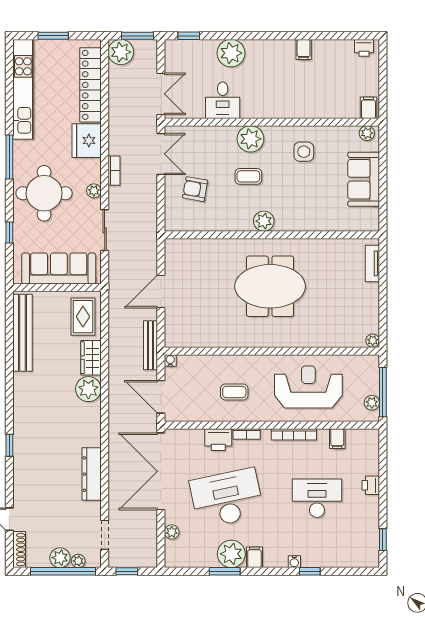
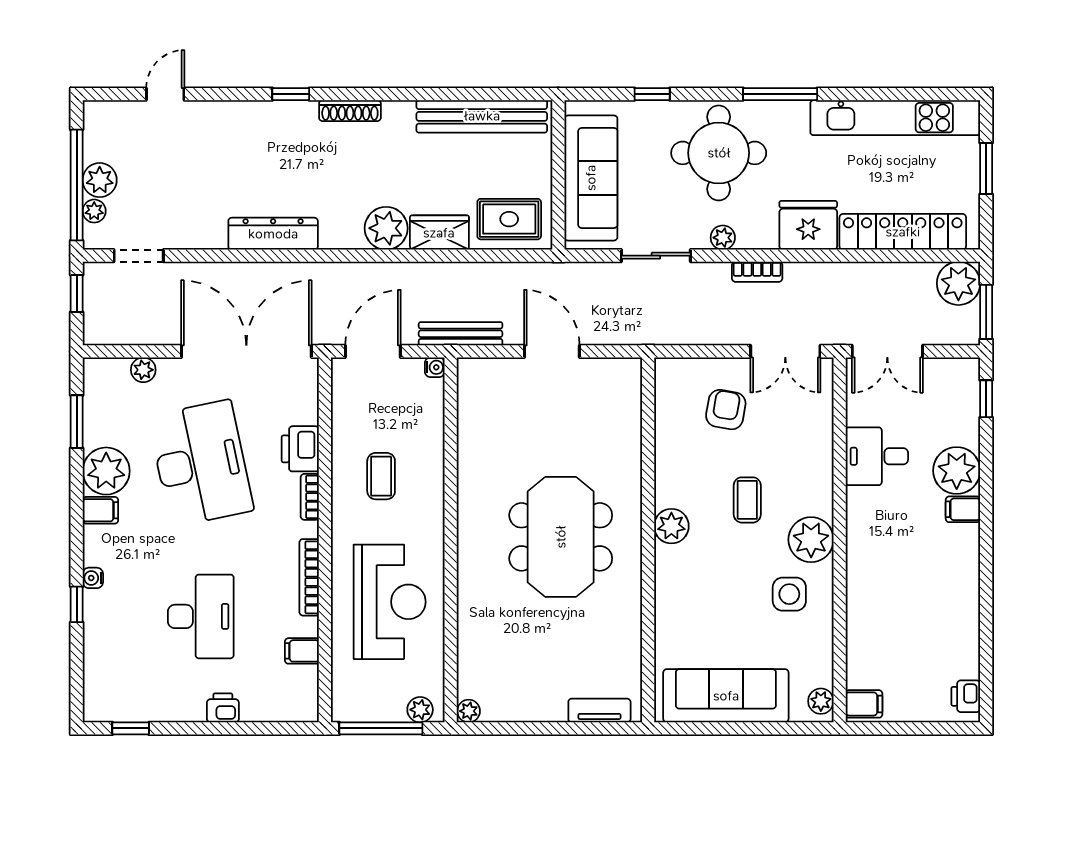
filing cabinet: (304, 49) -> (963, 509), moved
plant: (250, 139) -> (811, 540), moved
sofa: (364, 179) -> (726, 696), width x1.36
plant: (372, 403) -> (420, 710), moved
dresser: (92, 474) -> (273, 234), moved
shoe rack: (19, 550) -> (350, 111), moved
window: (225, 571) -> (77, 422), moved

